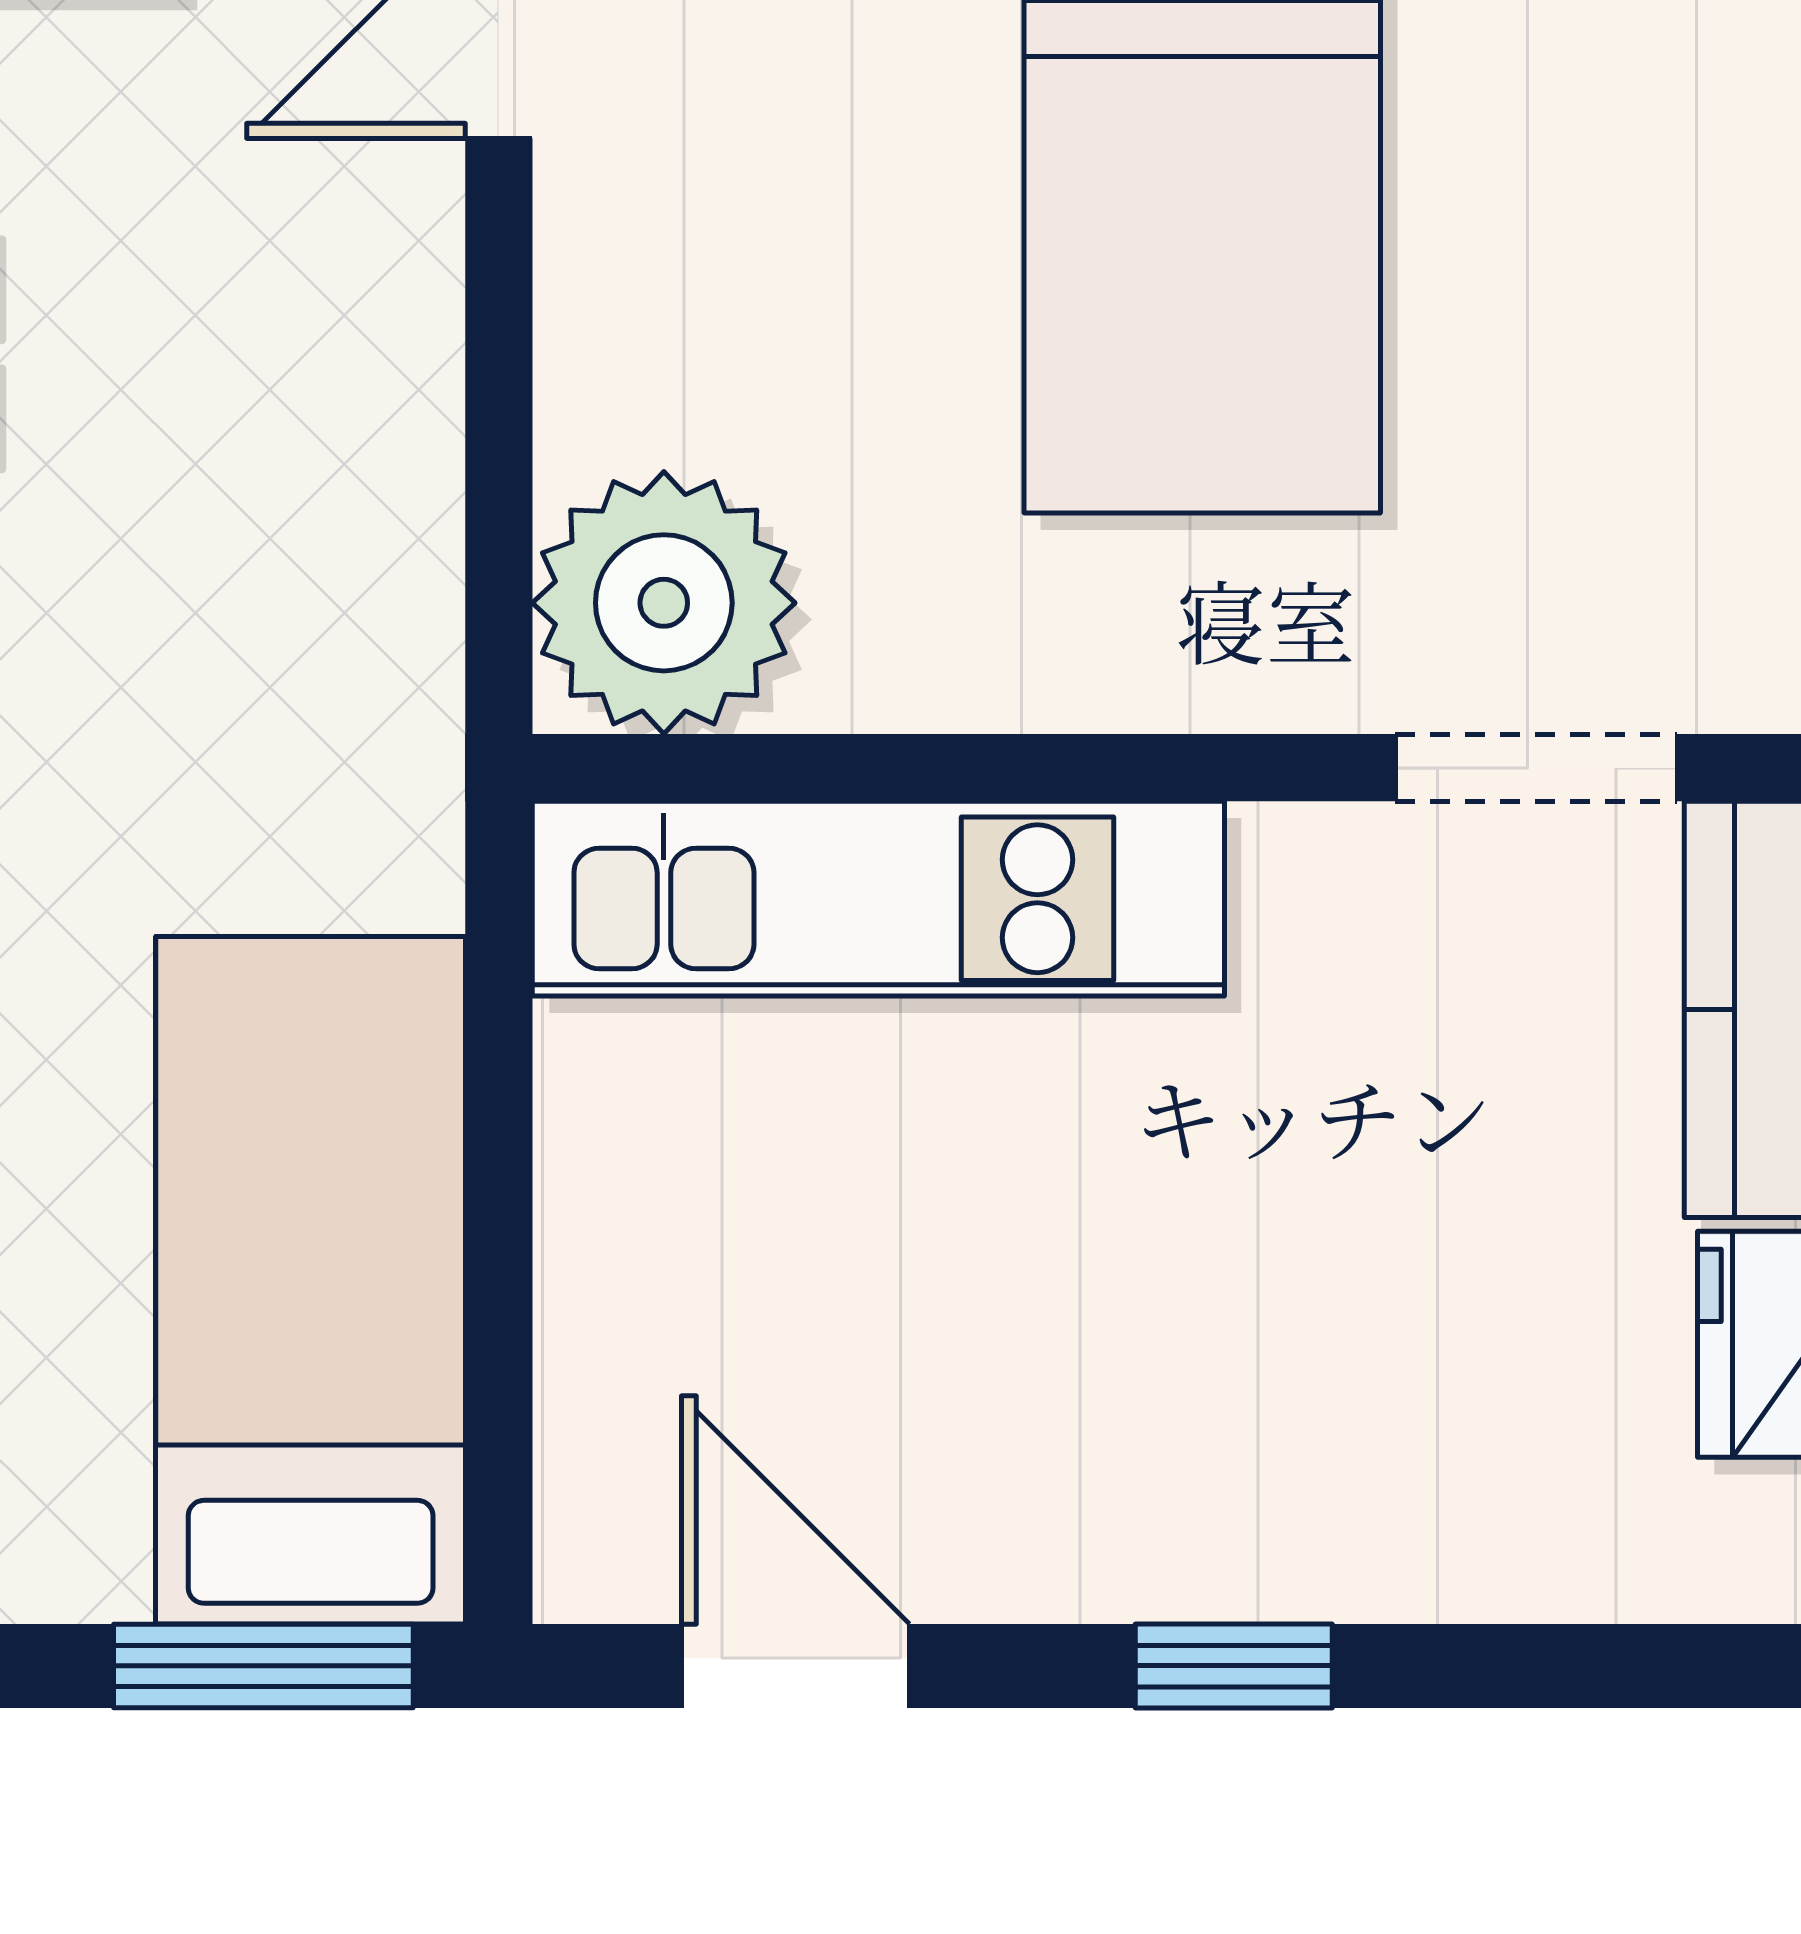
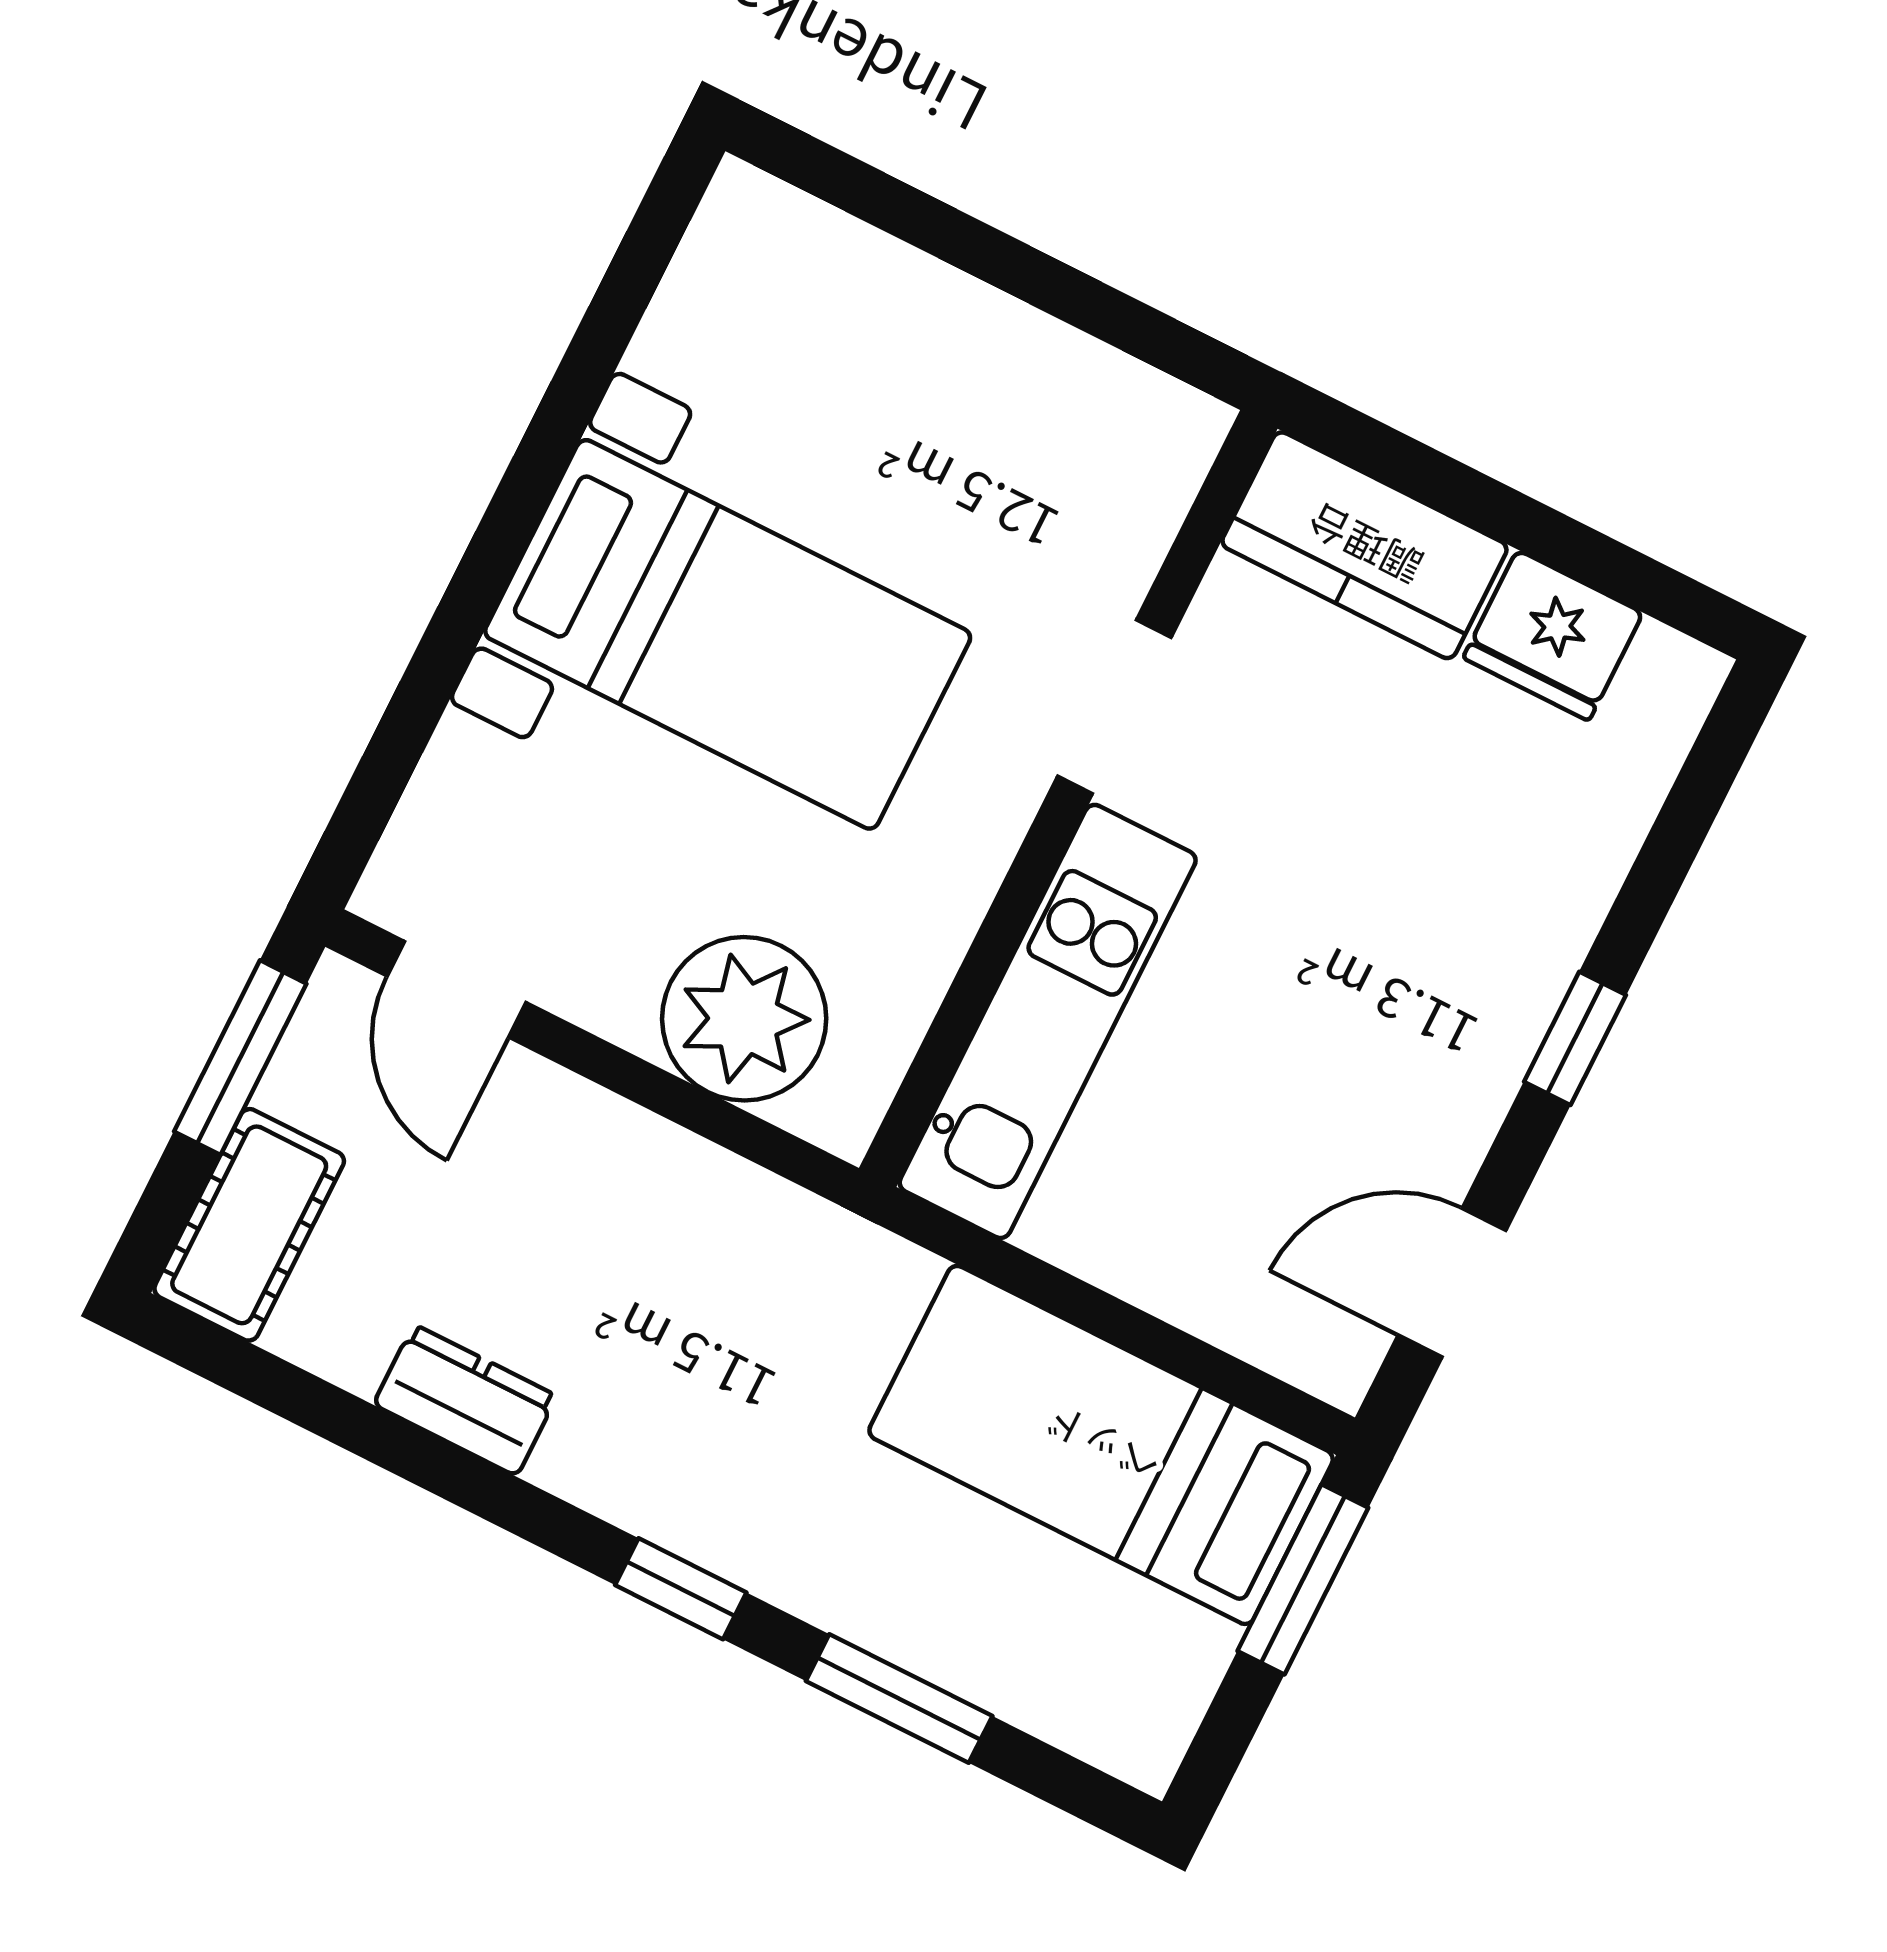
plant: (664, 603) -> (744, 1019), moved
doorway: (1536, 768) -> (1114, 707), moved

